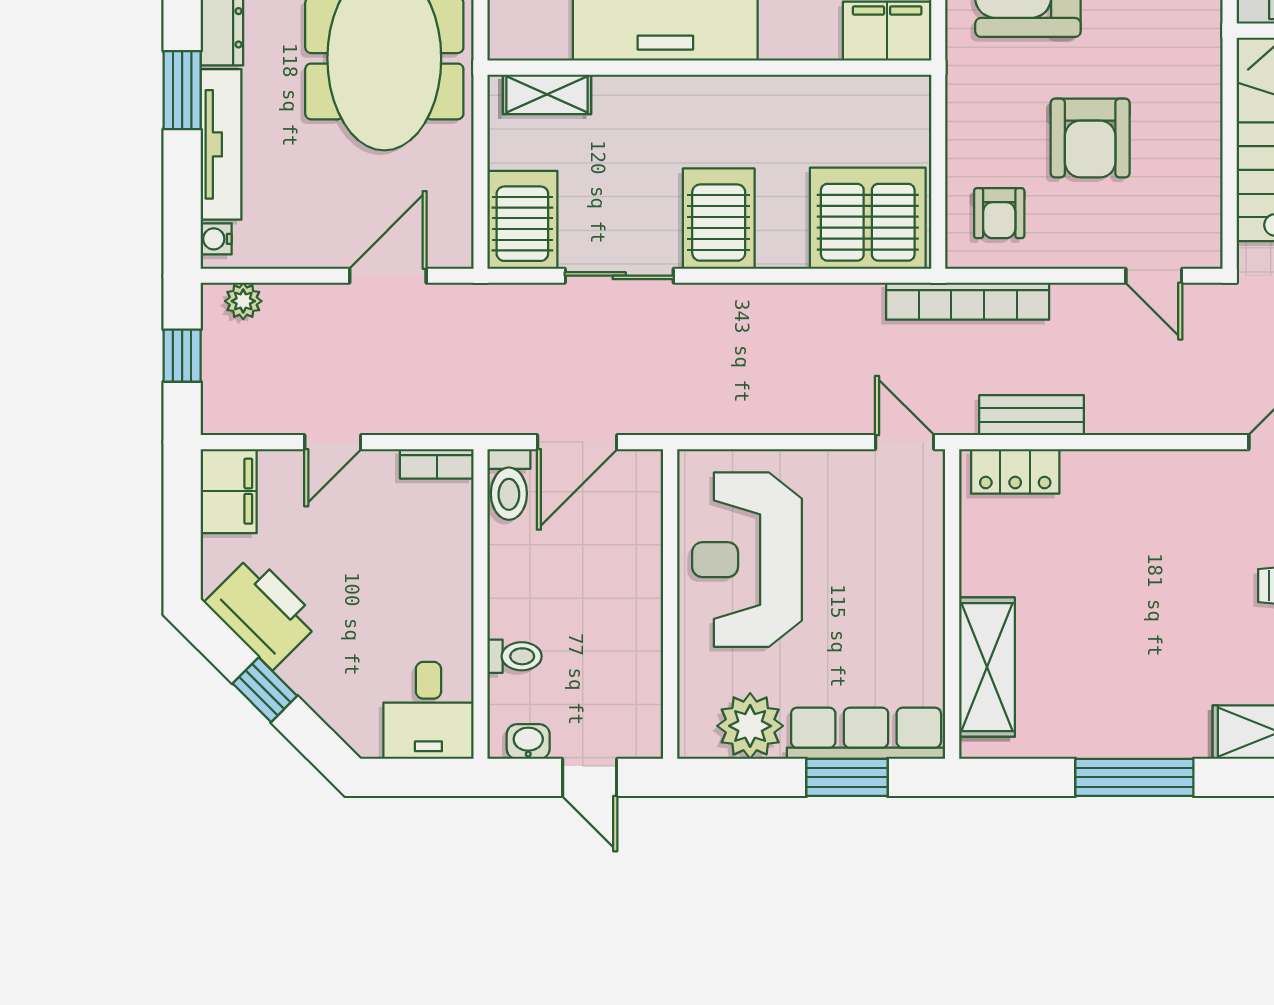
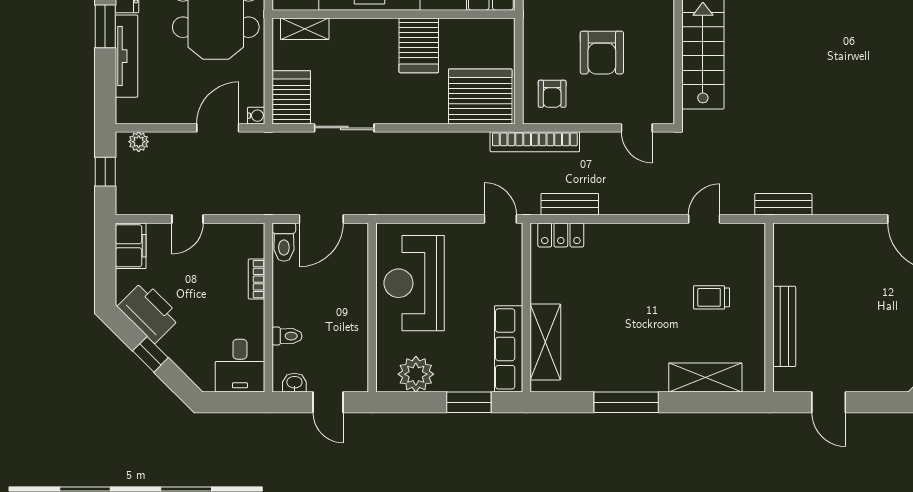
server rack: (719, 219) -> (419, 45), moved, turned 180
water cooler: (216, 239) -> (256, 116), moved, turned 180
bookcase: (437, 464) -> (256, 279), moved, turned 90
row of seats: (866, 733) -> (509, 349), moved, turned -90

